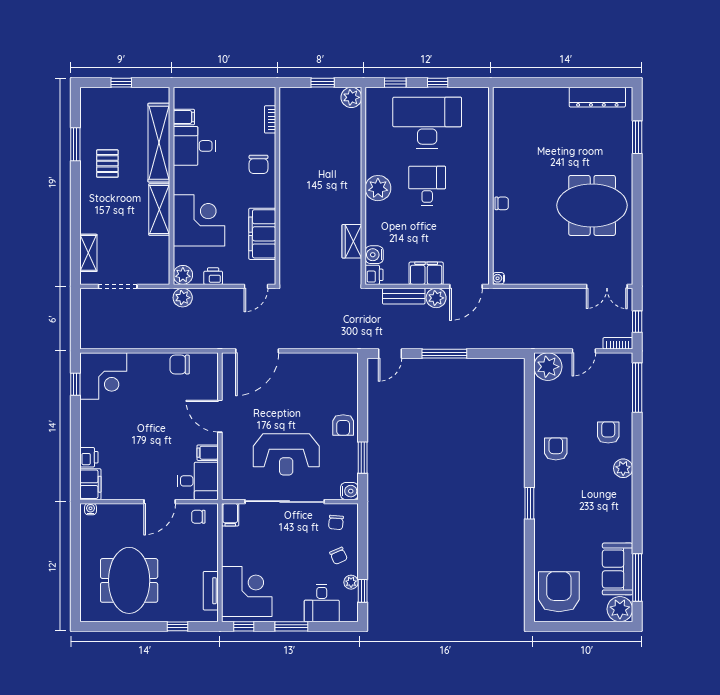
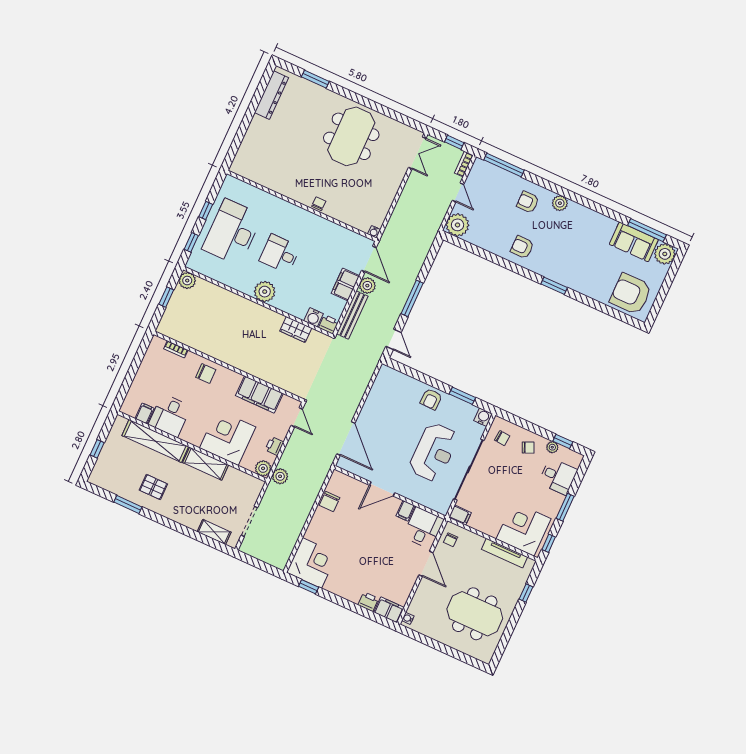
bench: (404, 296) -> (352, 315), width x1.36
armchair: (343, 425) -> (431, 399), turned 91
tv unit: (211, 591) -> (505, 553), width x1.41

